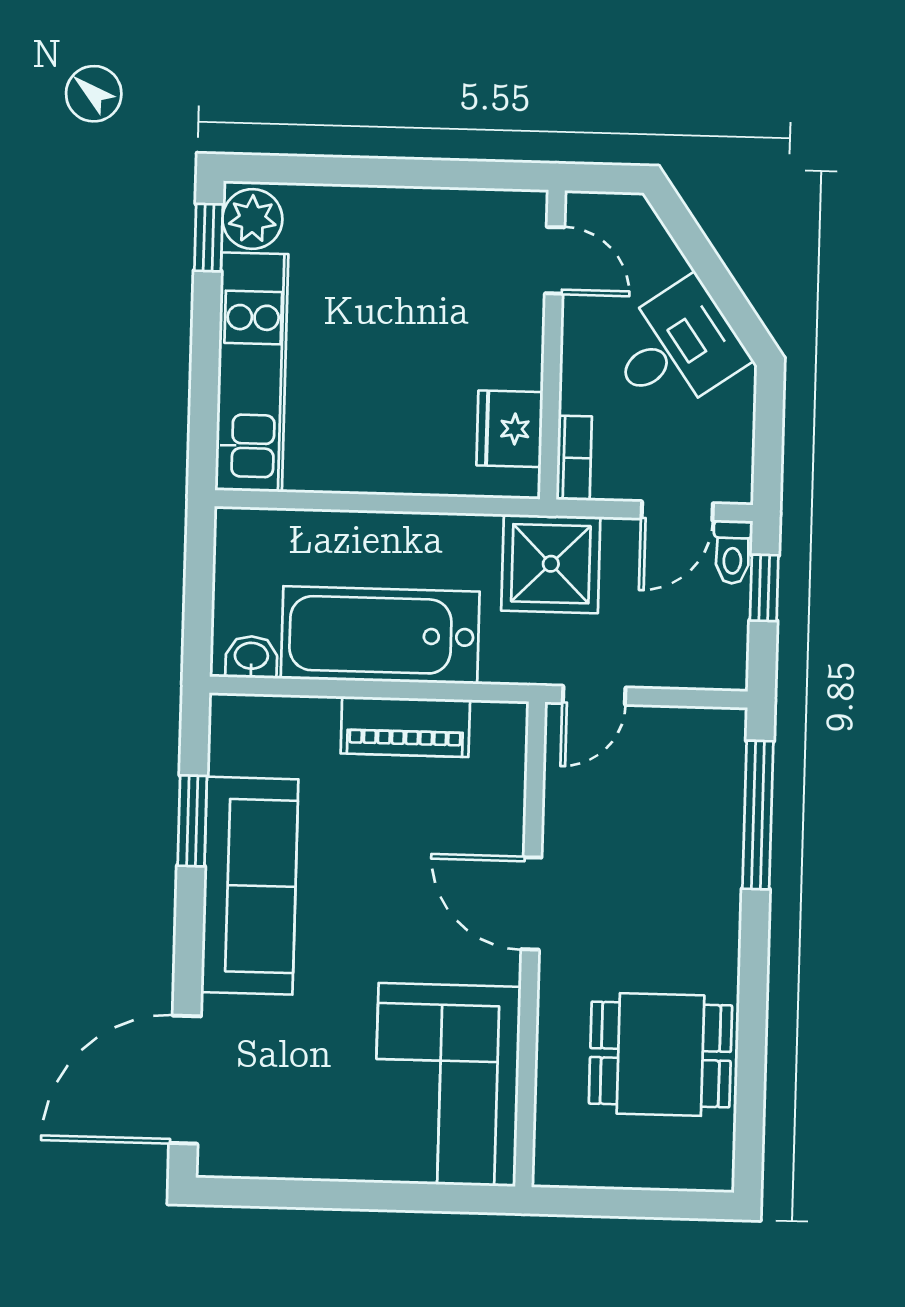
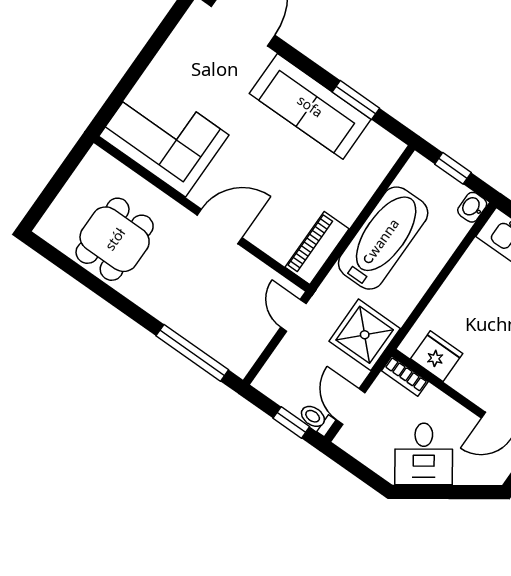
window: (199, 598) -> (453, 168), added
washbasin: (251, 657) -> (472, 207), moved, turned 180
piano: (405, 727) -> (317, 248), moved

